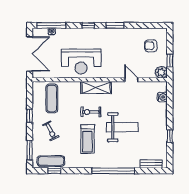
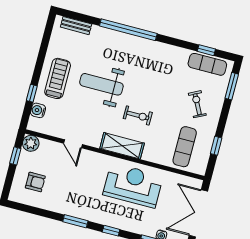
window: (30, 116) -> (216, 146), moved
window: (170, 136) -> (32, 93), moved
treadmill: (88, 139) -> (58, 78), moved

